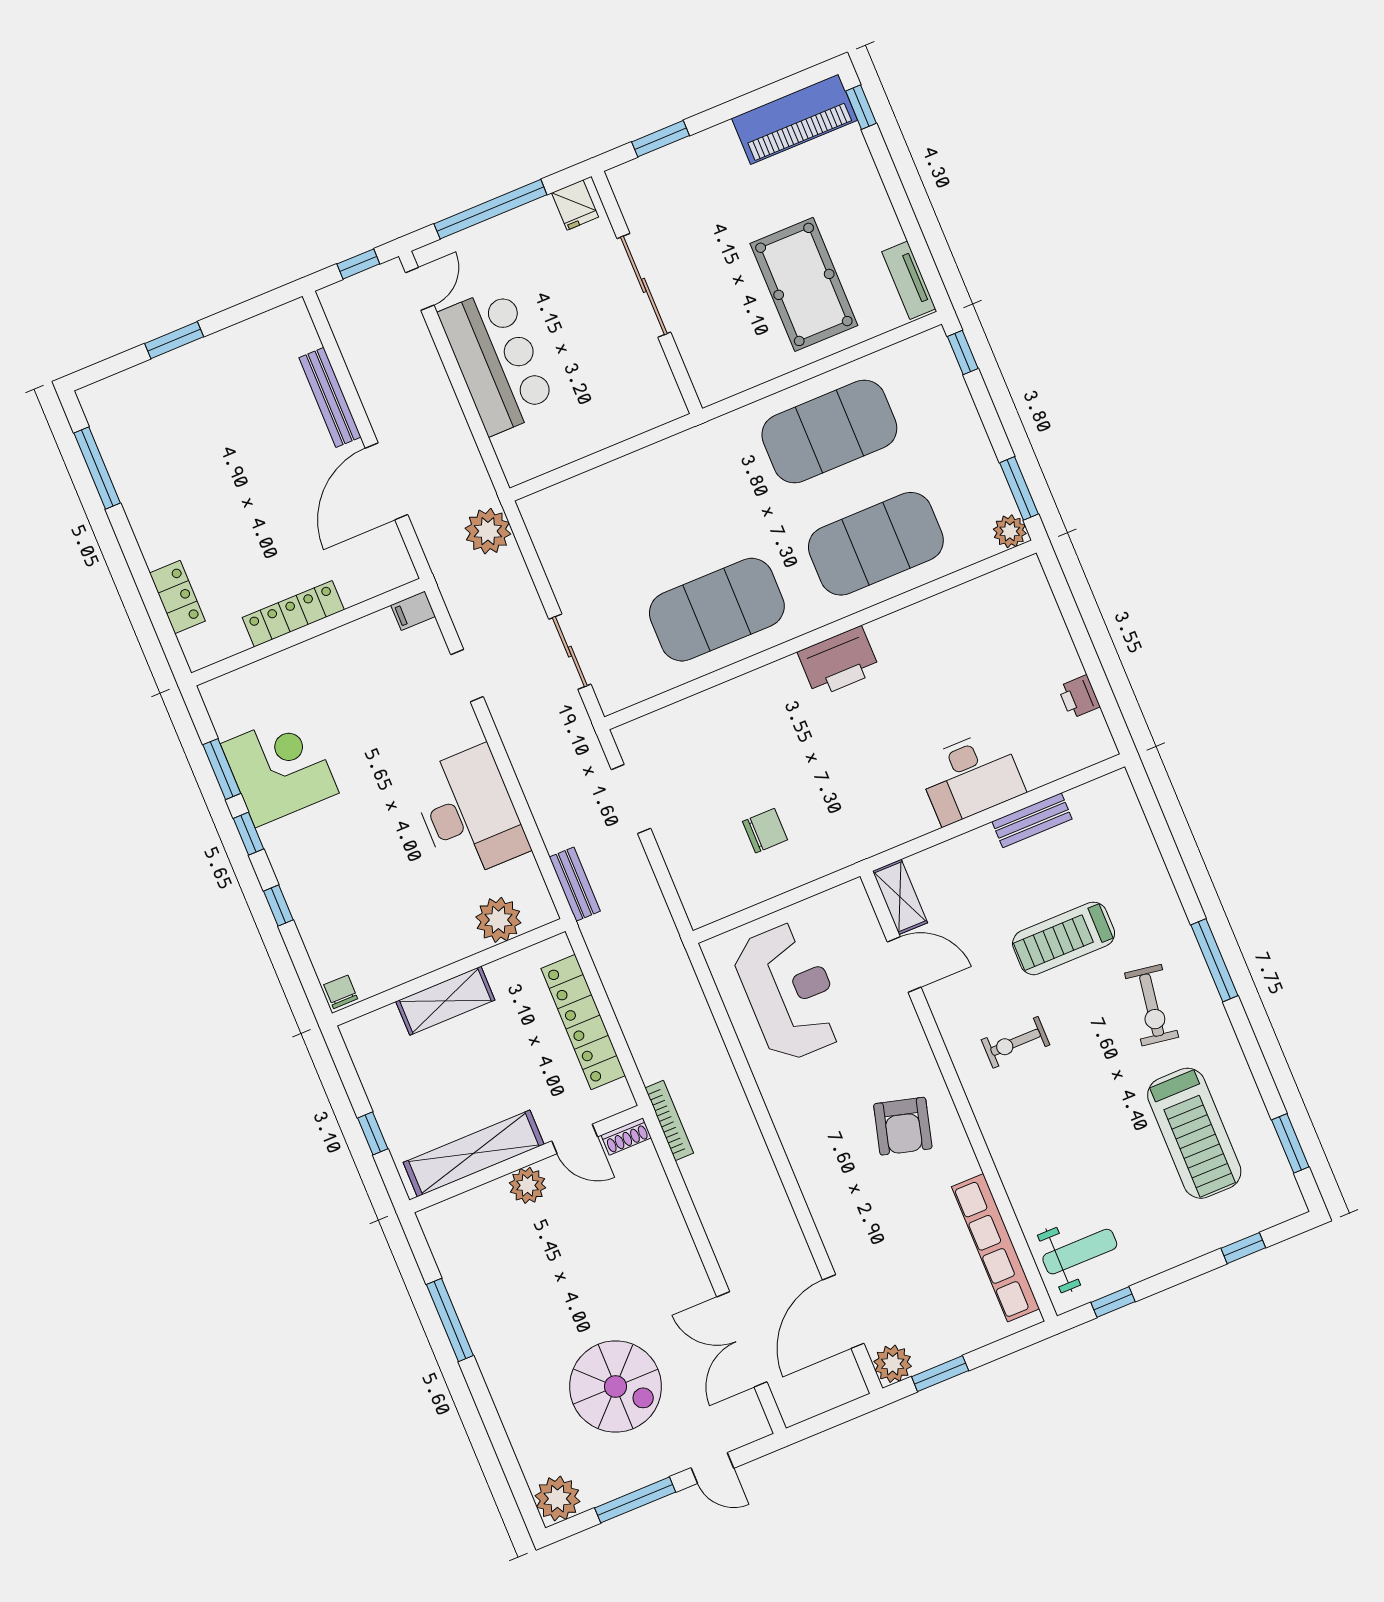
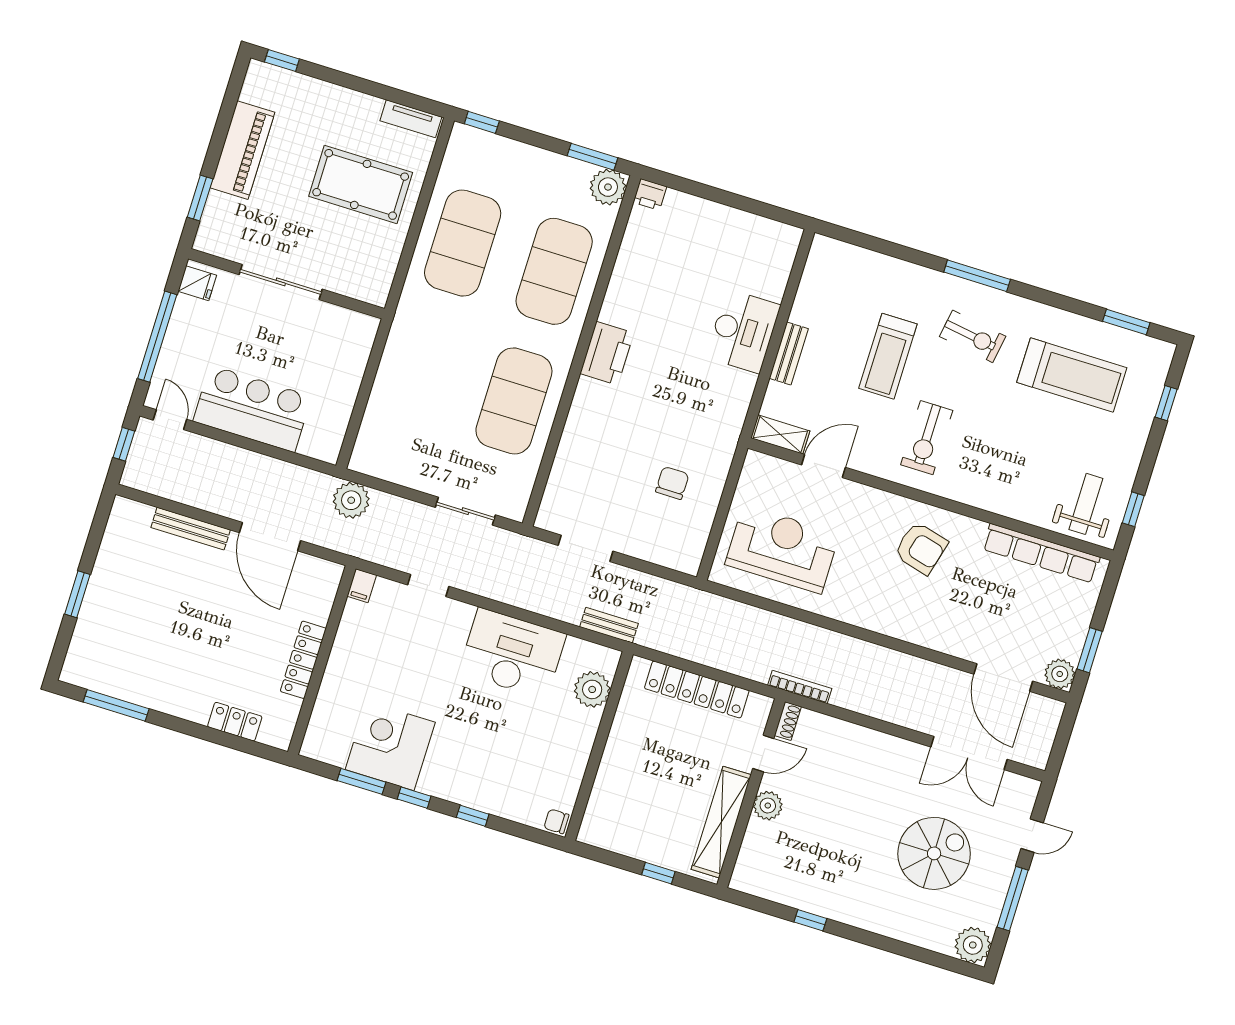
piano: (795, 119) -> (242, 150), moved
plant: (1010, 531) -> (608, 187), width x1.36, depth x1.36
printer: (1079, 697) -> (650, 194), moved
bench: (1032, 820) -> (789, 353), moved
shelving: (445, 1001) -> (614, 762), removed
exercise bike: (1016, 1042) -> (927, 438), width x1.38, depth x1.39
window: (450, 1320) -> (810, 920), width x0.46

